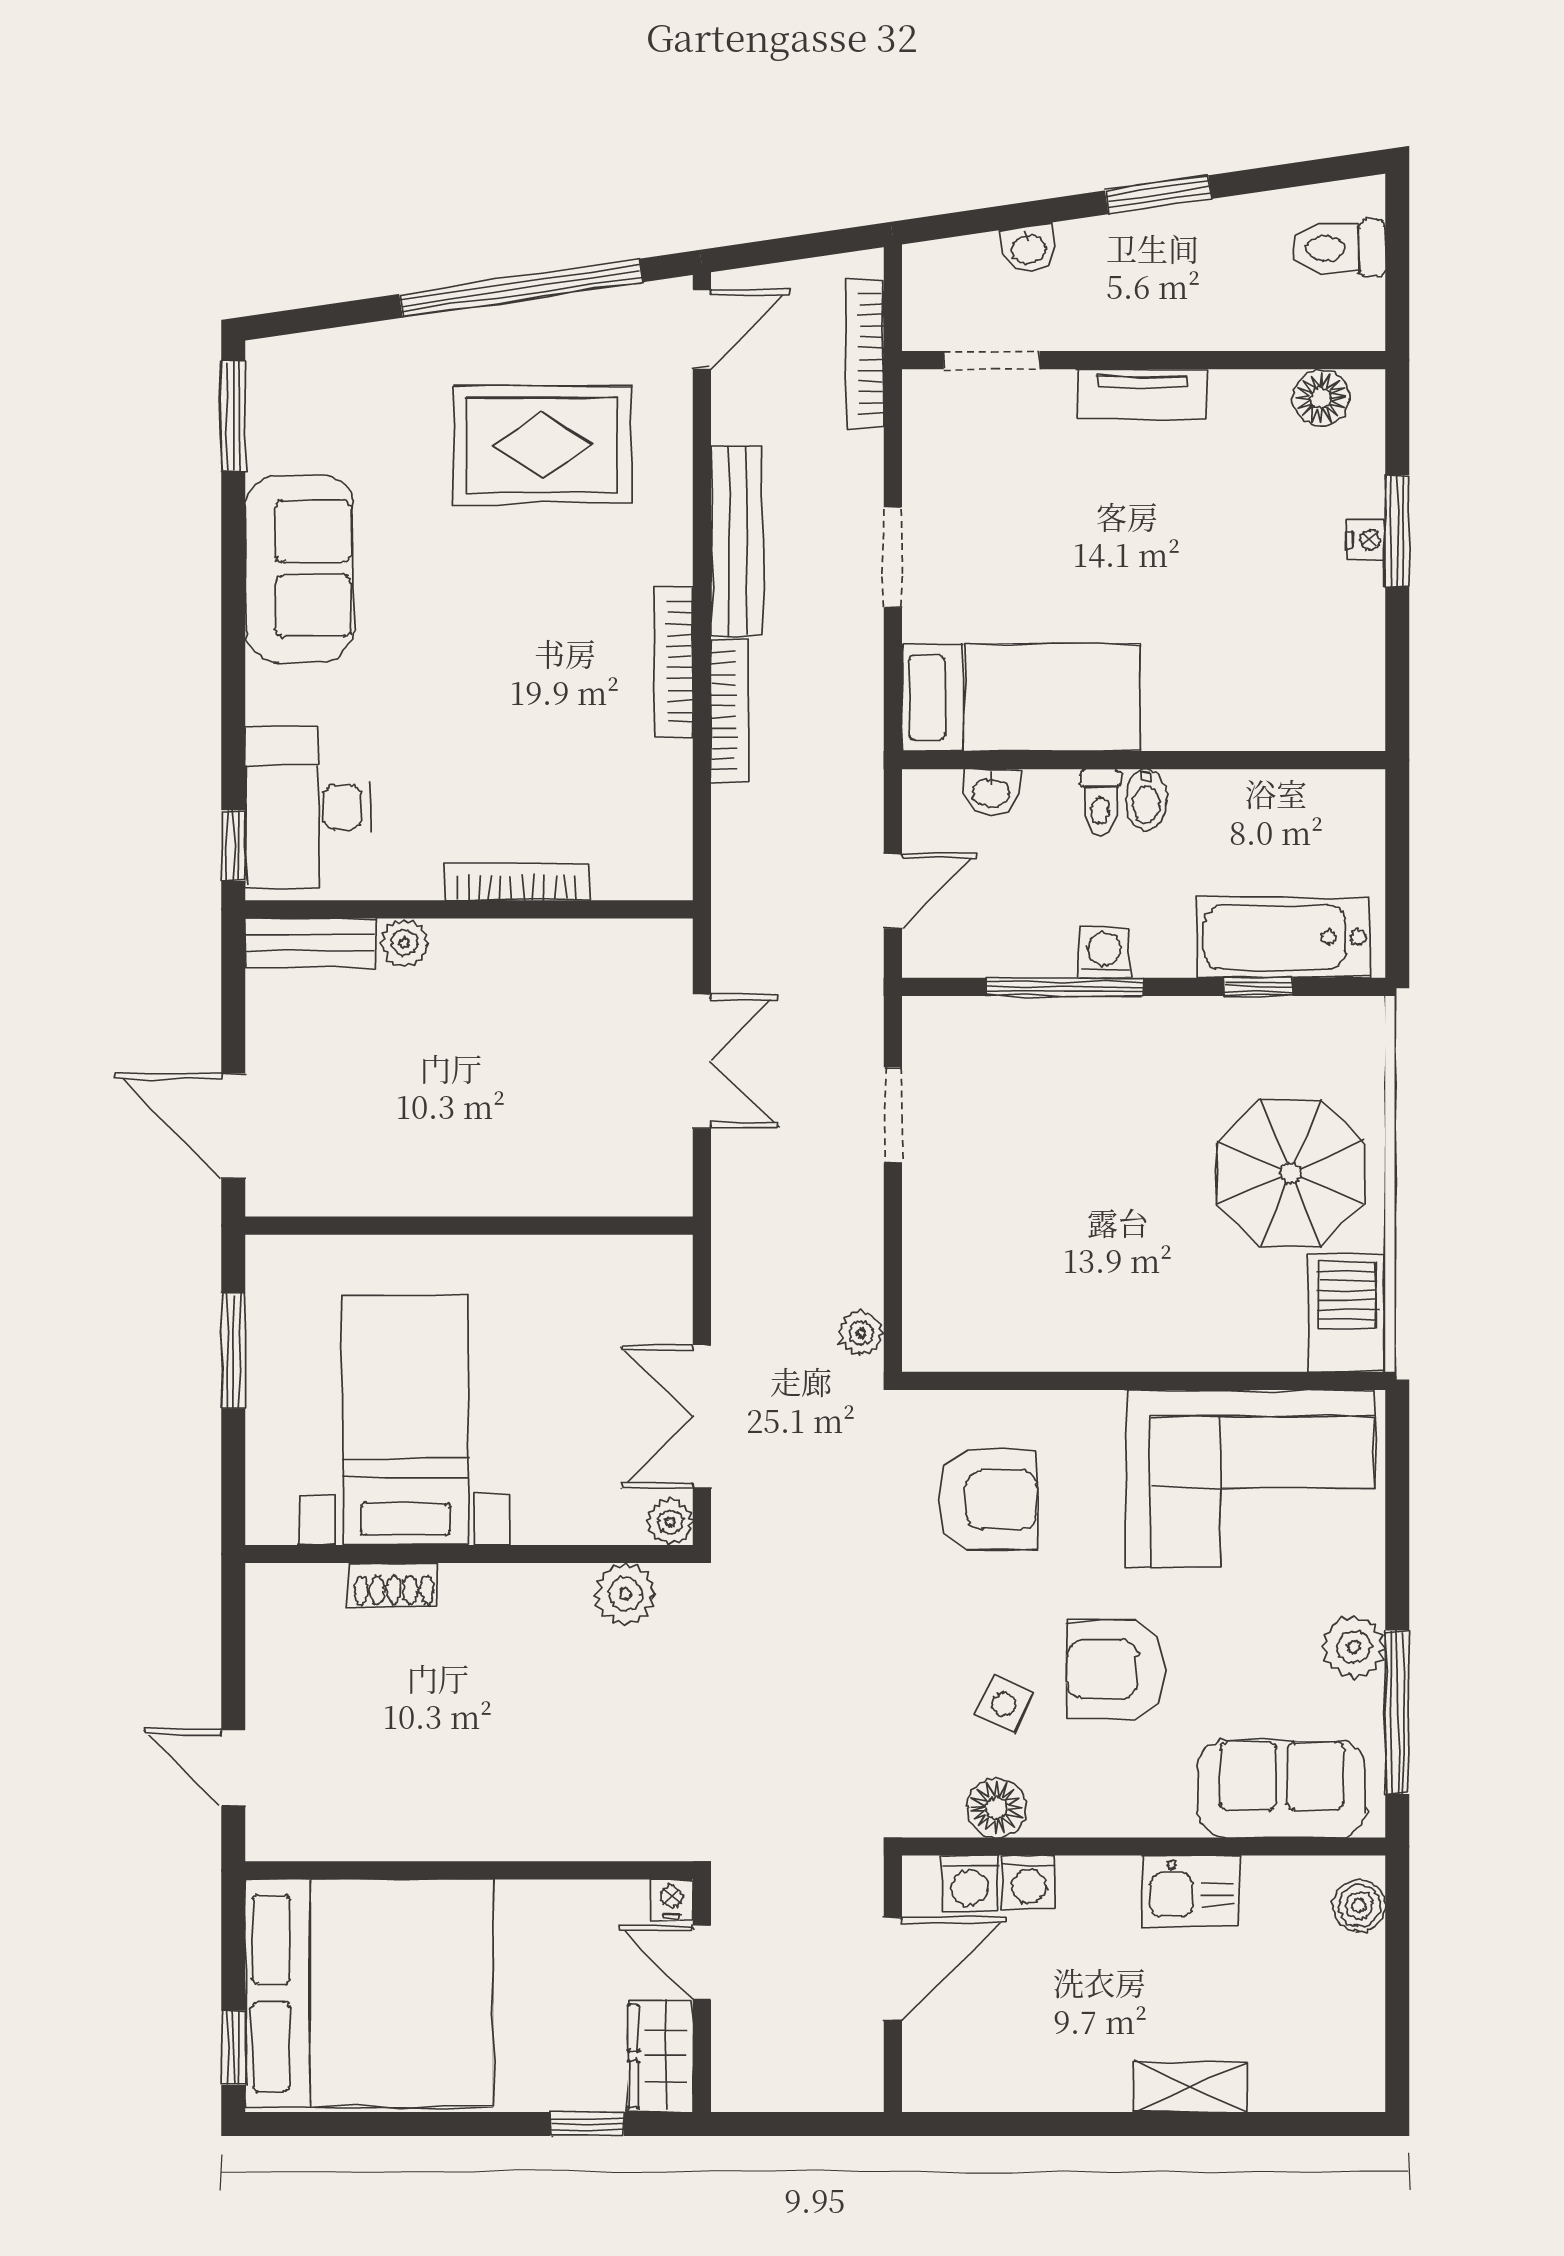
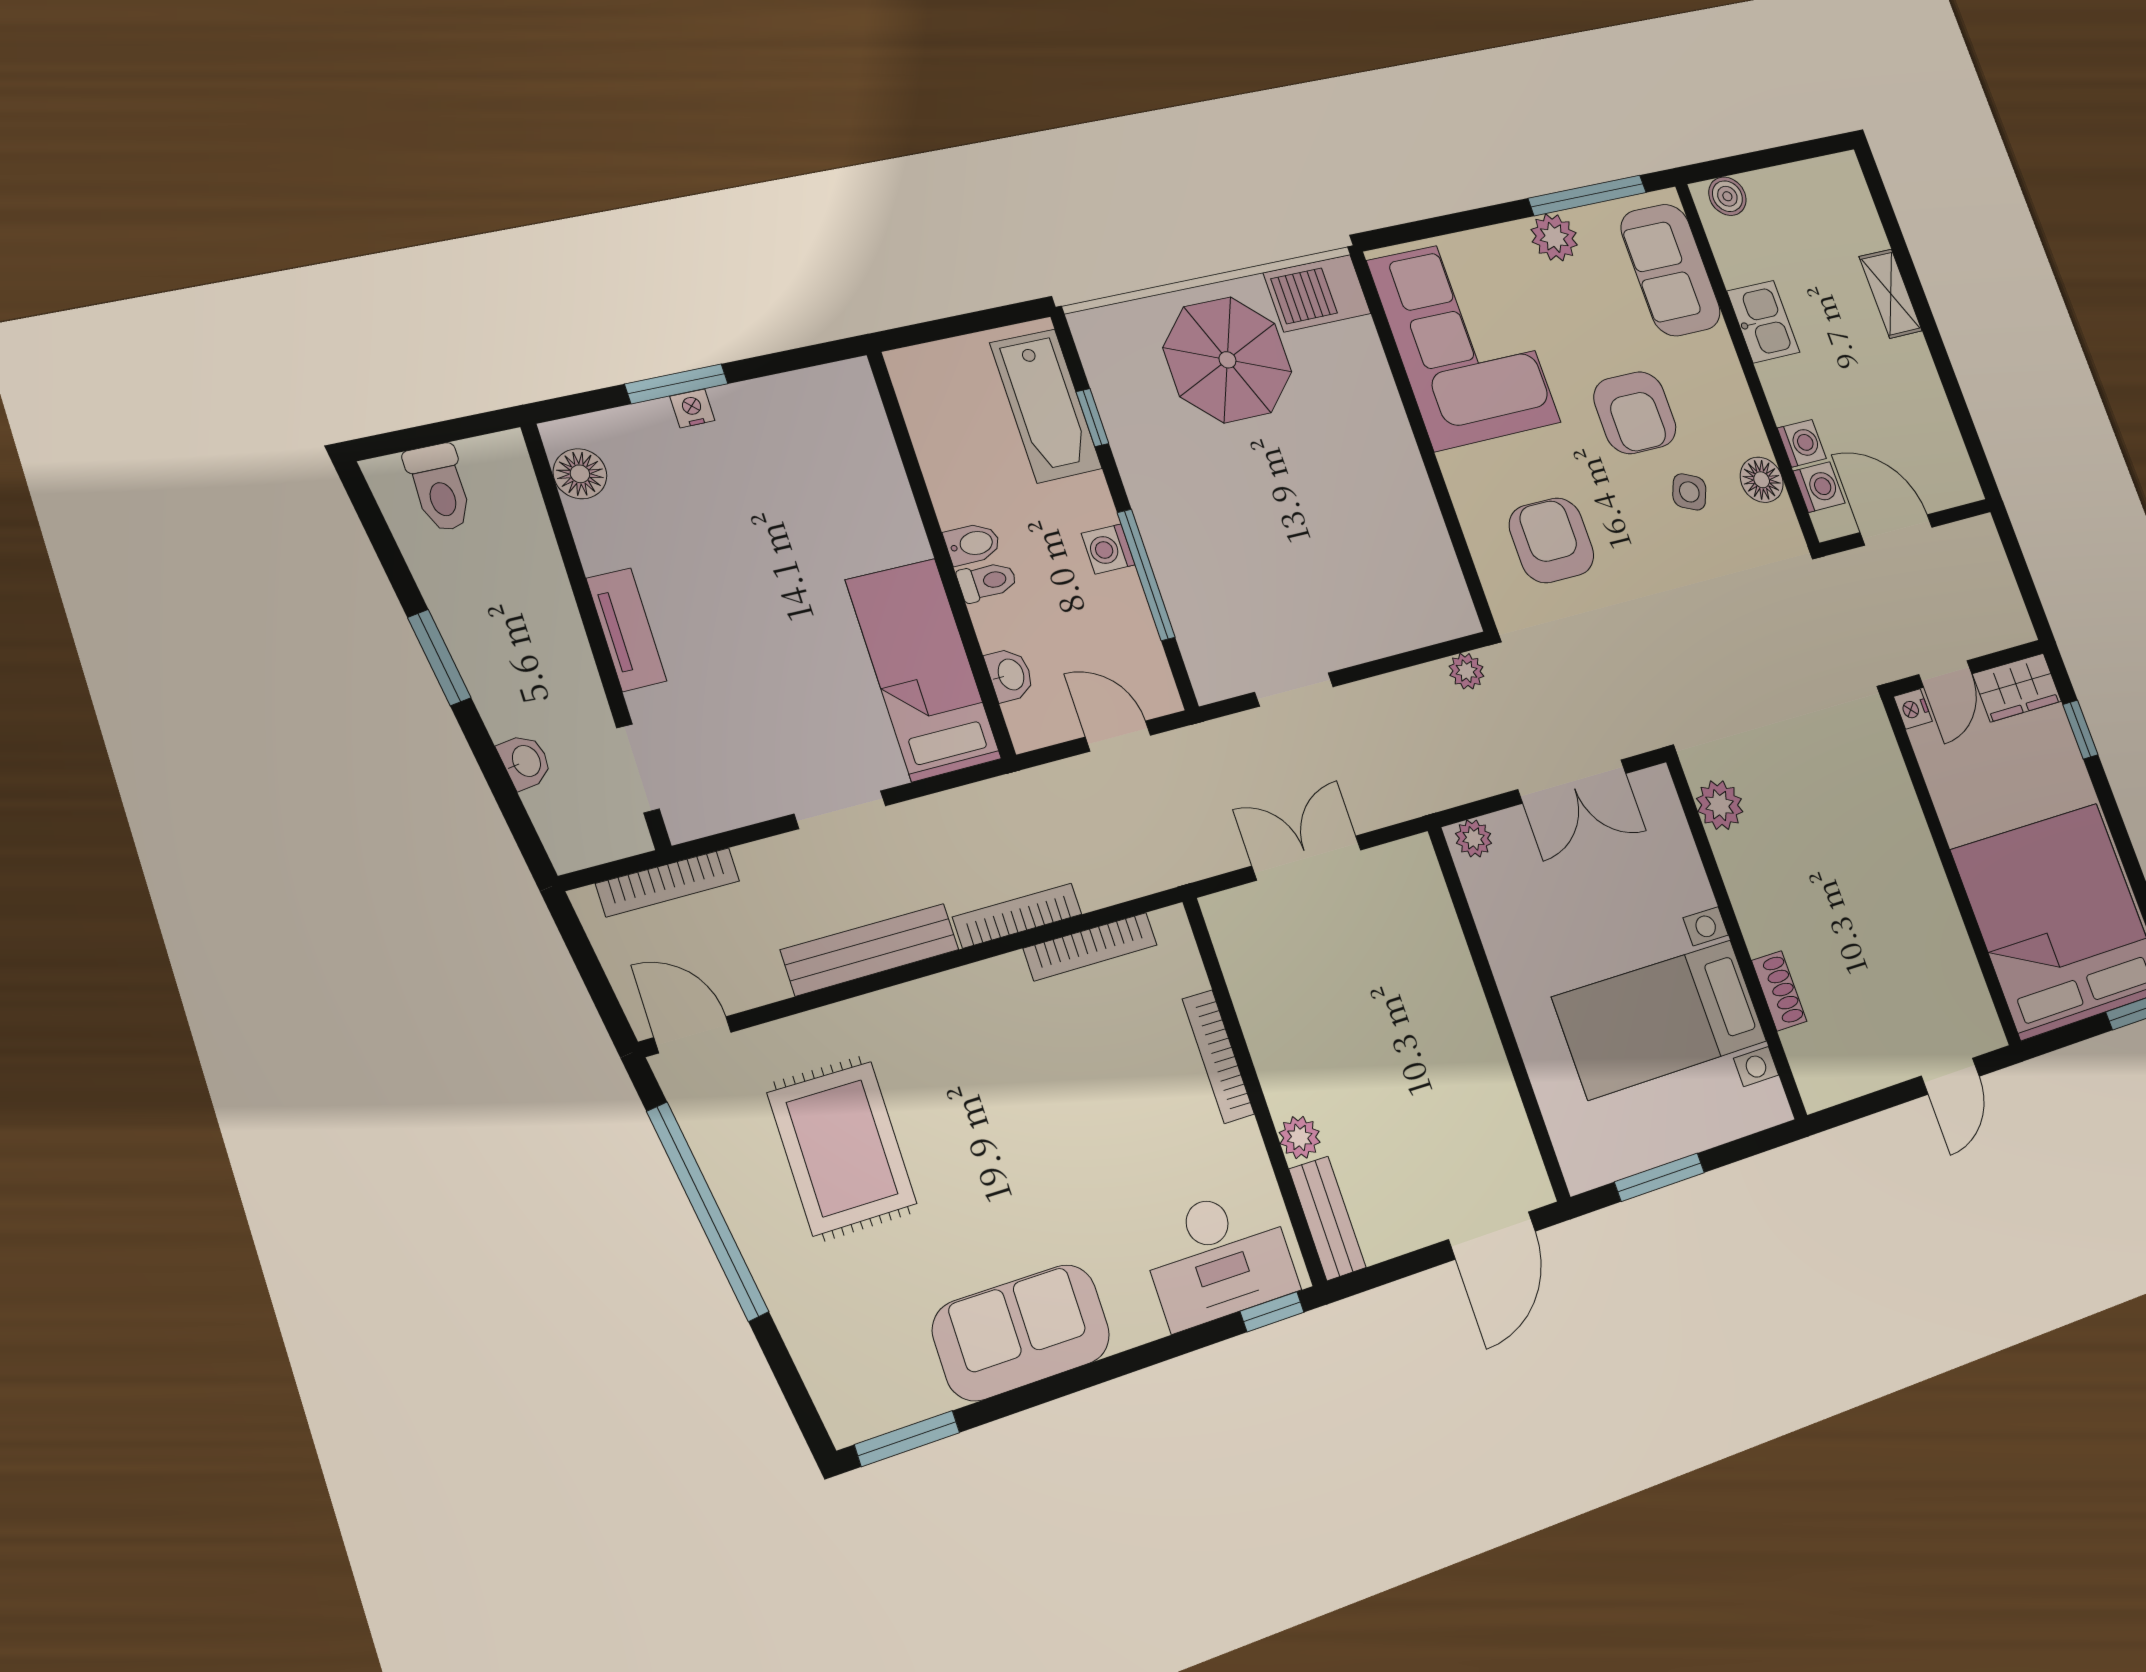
bookcase: (674, 662) -> (1090, 947), moved
plant: (670, 1522) -> (1474, 838), moved

